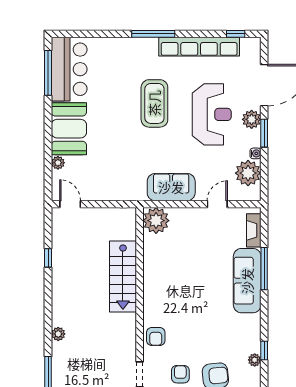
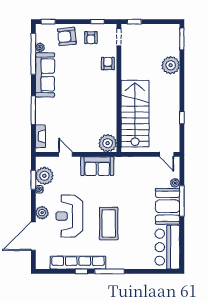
window: (236, 34) -> (81, 271), moved
window: (48, 73) -> (182, 201), moved
window: (264, 133) -> (33, 180), moved
door: (217, 204) -> (65, 154), swing flipped
stairs: (123, 277) -> (135, 114), width x1.36, depth x1.51
sofa: (247, 281) -> (45, 75), moved
plant: (58, 334) -> (171, 65), width x1.87, depth x1.87
window: (264, 350) -> (33, 54), width x3.17

